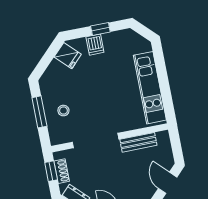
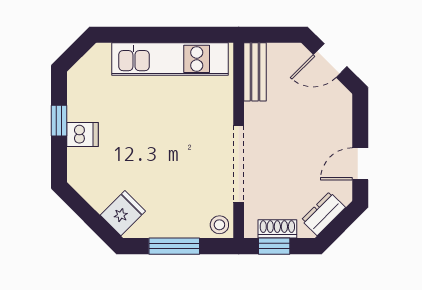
fridge: (68, 56) -> (123, 213), moved
stool: (63, 111) -> (219, 225), moved
bench: (138, 142) -> (255, 72), moved

